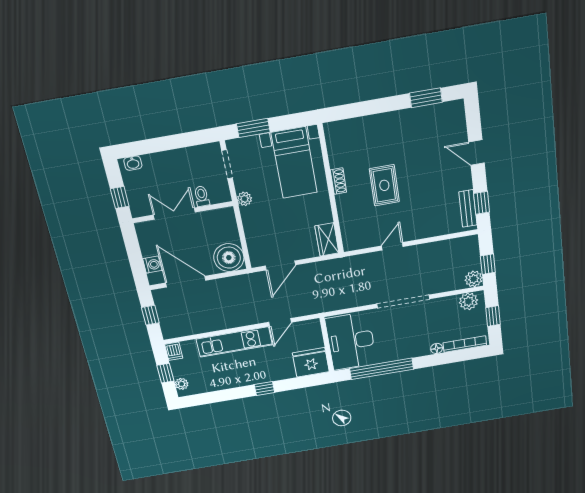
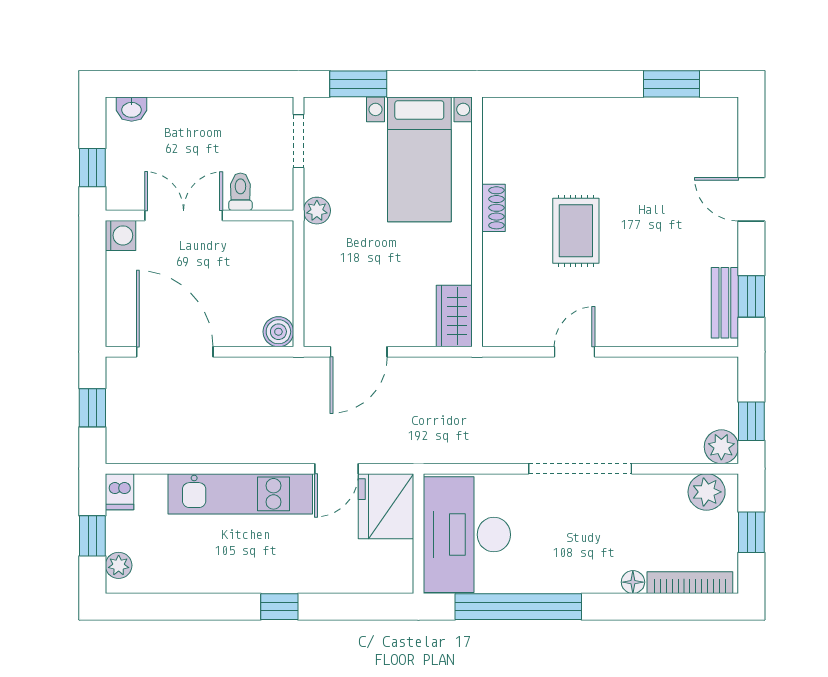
boiler: (229, 258) -> (278, 332), width x0.54, depth x0.54
washing machine: (152, 265) -> (120, 235), moved
fridge: (311, 362) -> (386, 506), moved, turned -90

